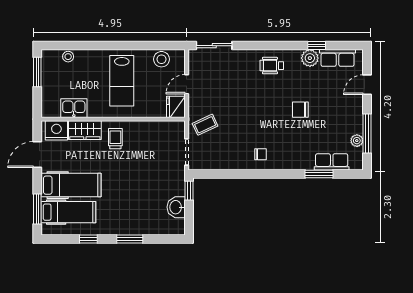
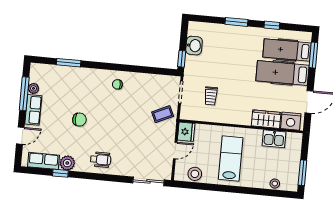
trolley: (115, 139) -> (211, 96), moved
row of seats: (332, 162) -> (33, 110), moved, turned -90

